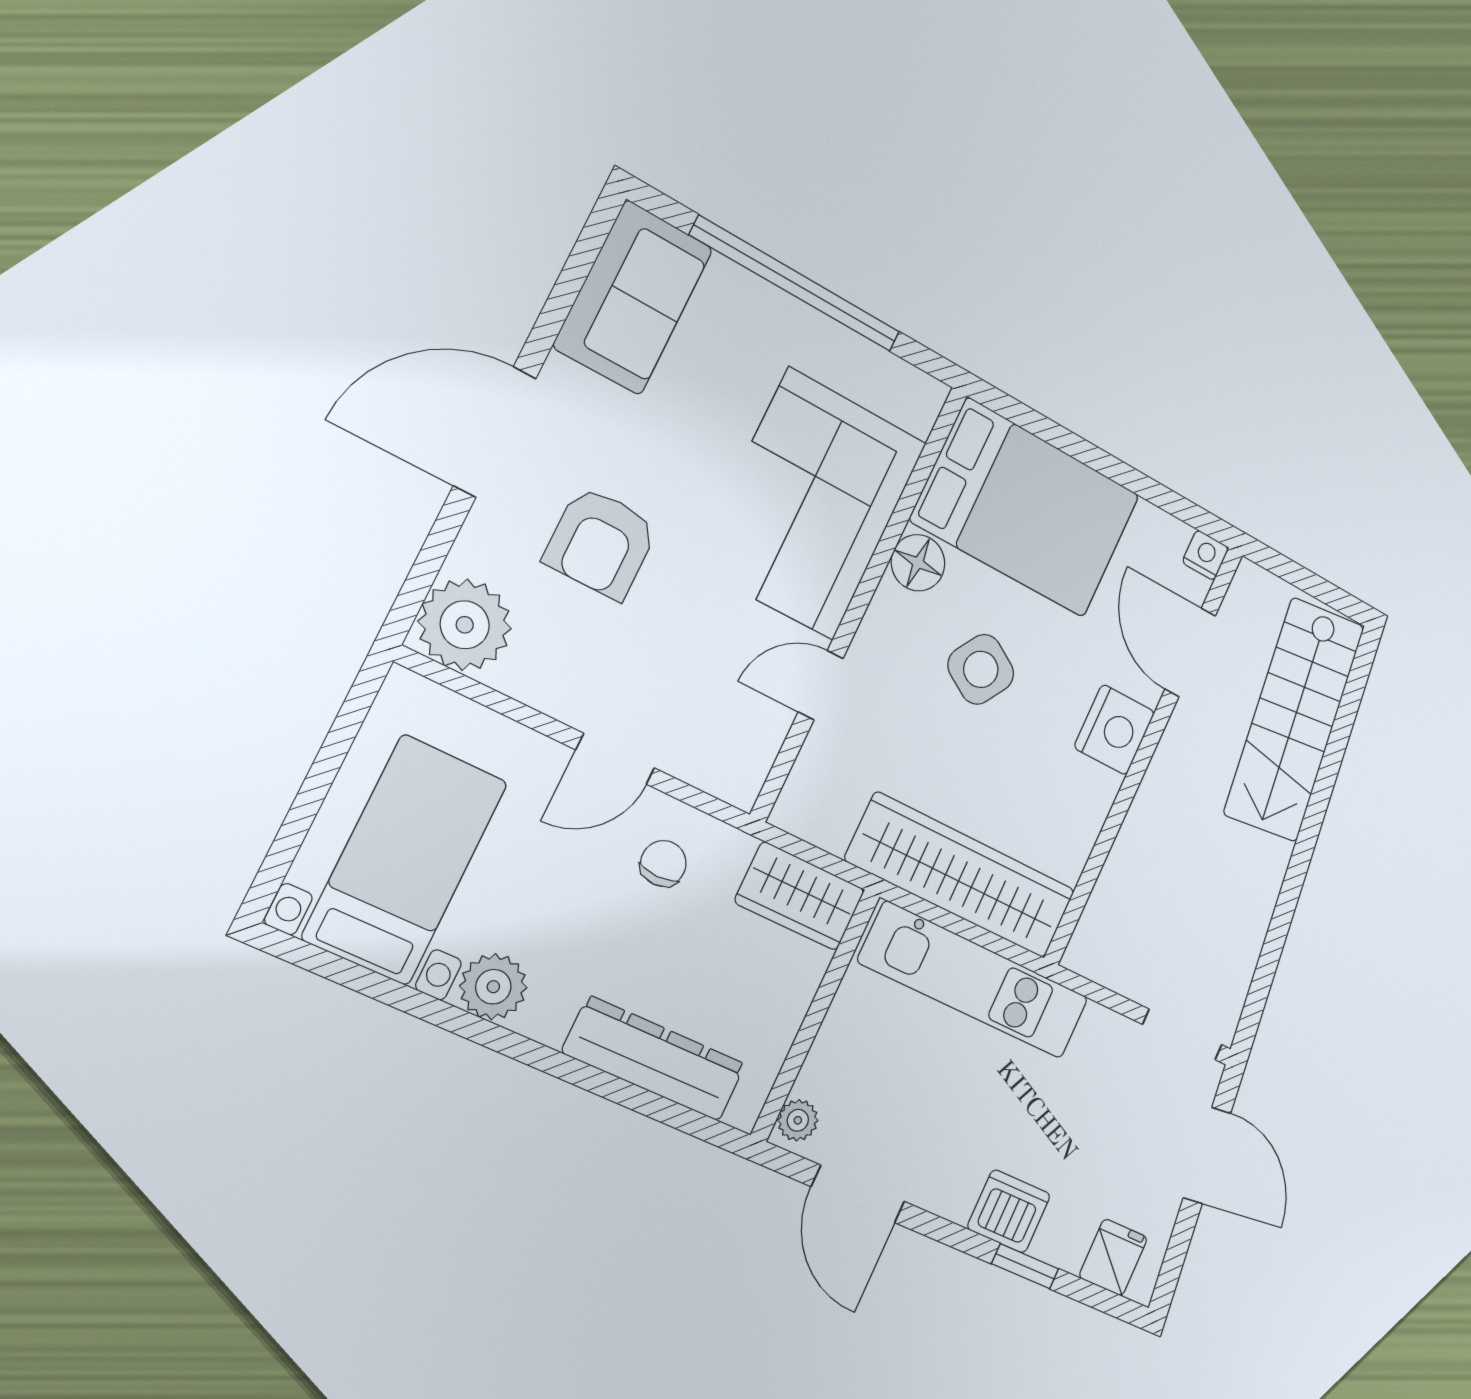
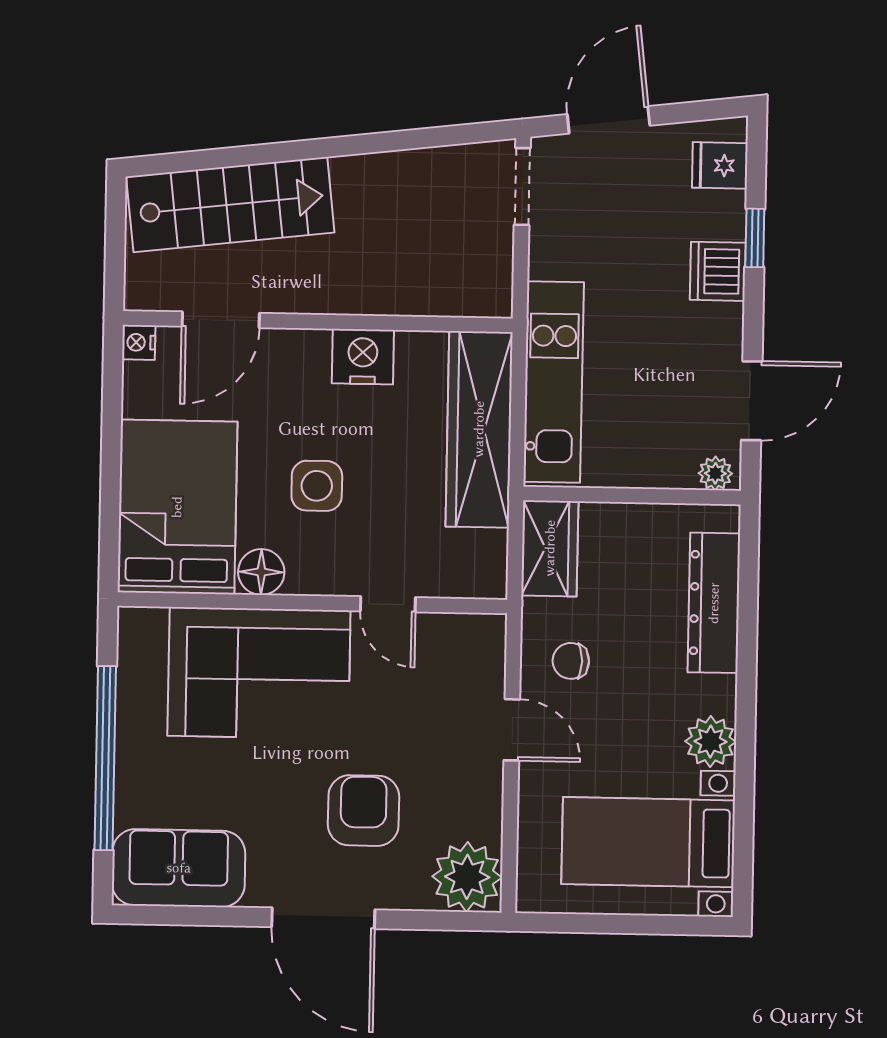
armchair: (601, 543) -> (363, 811), turned -90
side table: (981, 669) -> (317, 486), turned -32
nightstand: (1114, 730) -> (363, 357), moved

